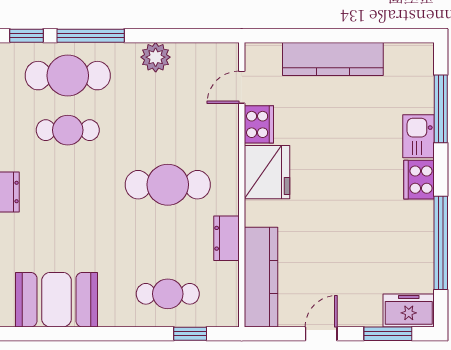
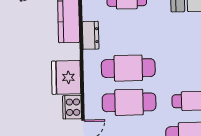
cafe table: (168, 130) -> (129, 102), added

